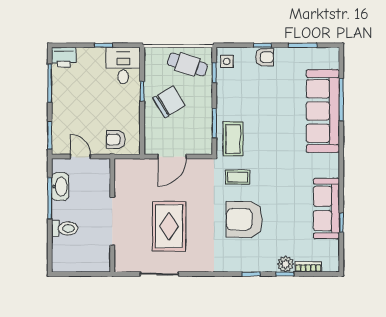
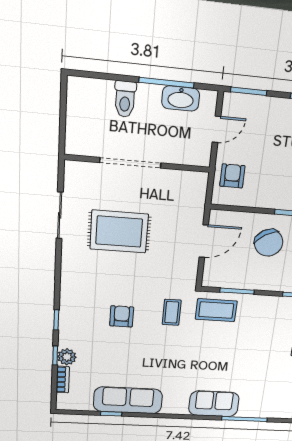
sofa: (323, 111) -> (214, 404), width x0.54, depth x0.79
door: (172, 156) -> (204, 241), swing flipped
armchair: (244, 219) -> (122, 316), width x0.53, depth x0.53

